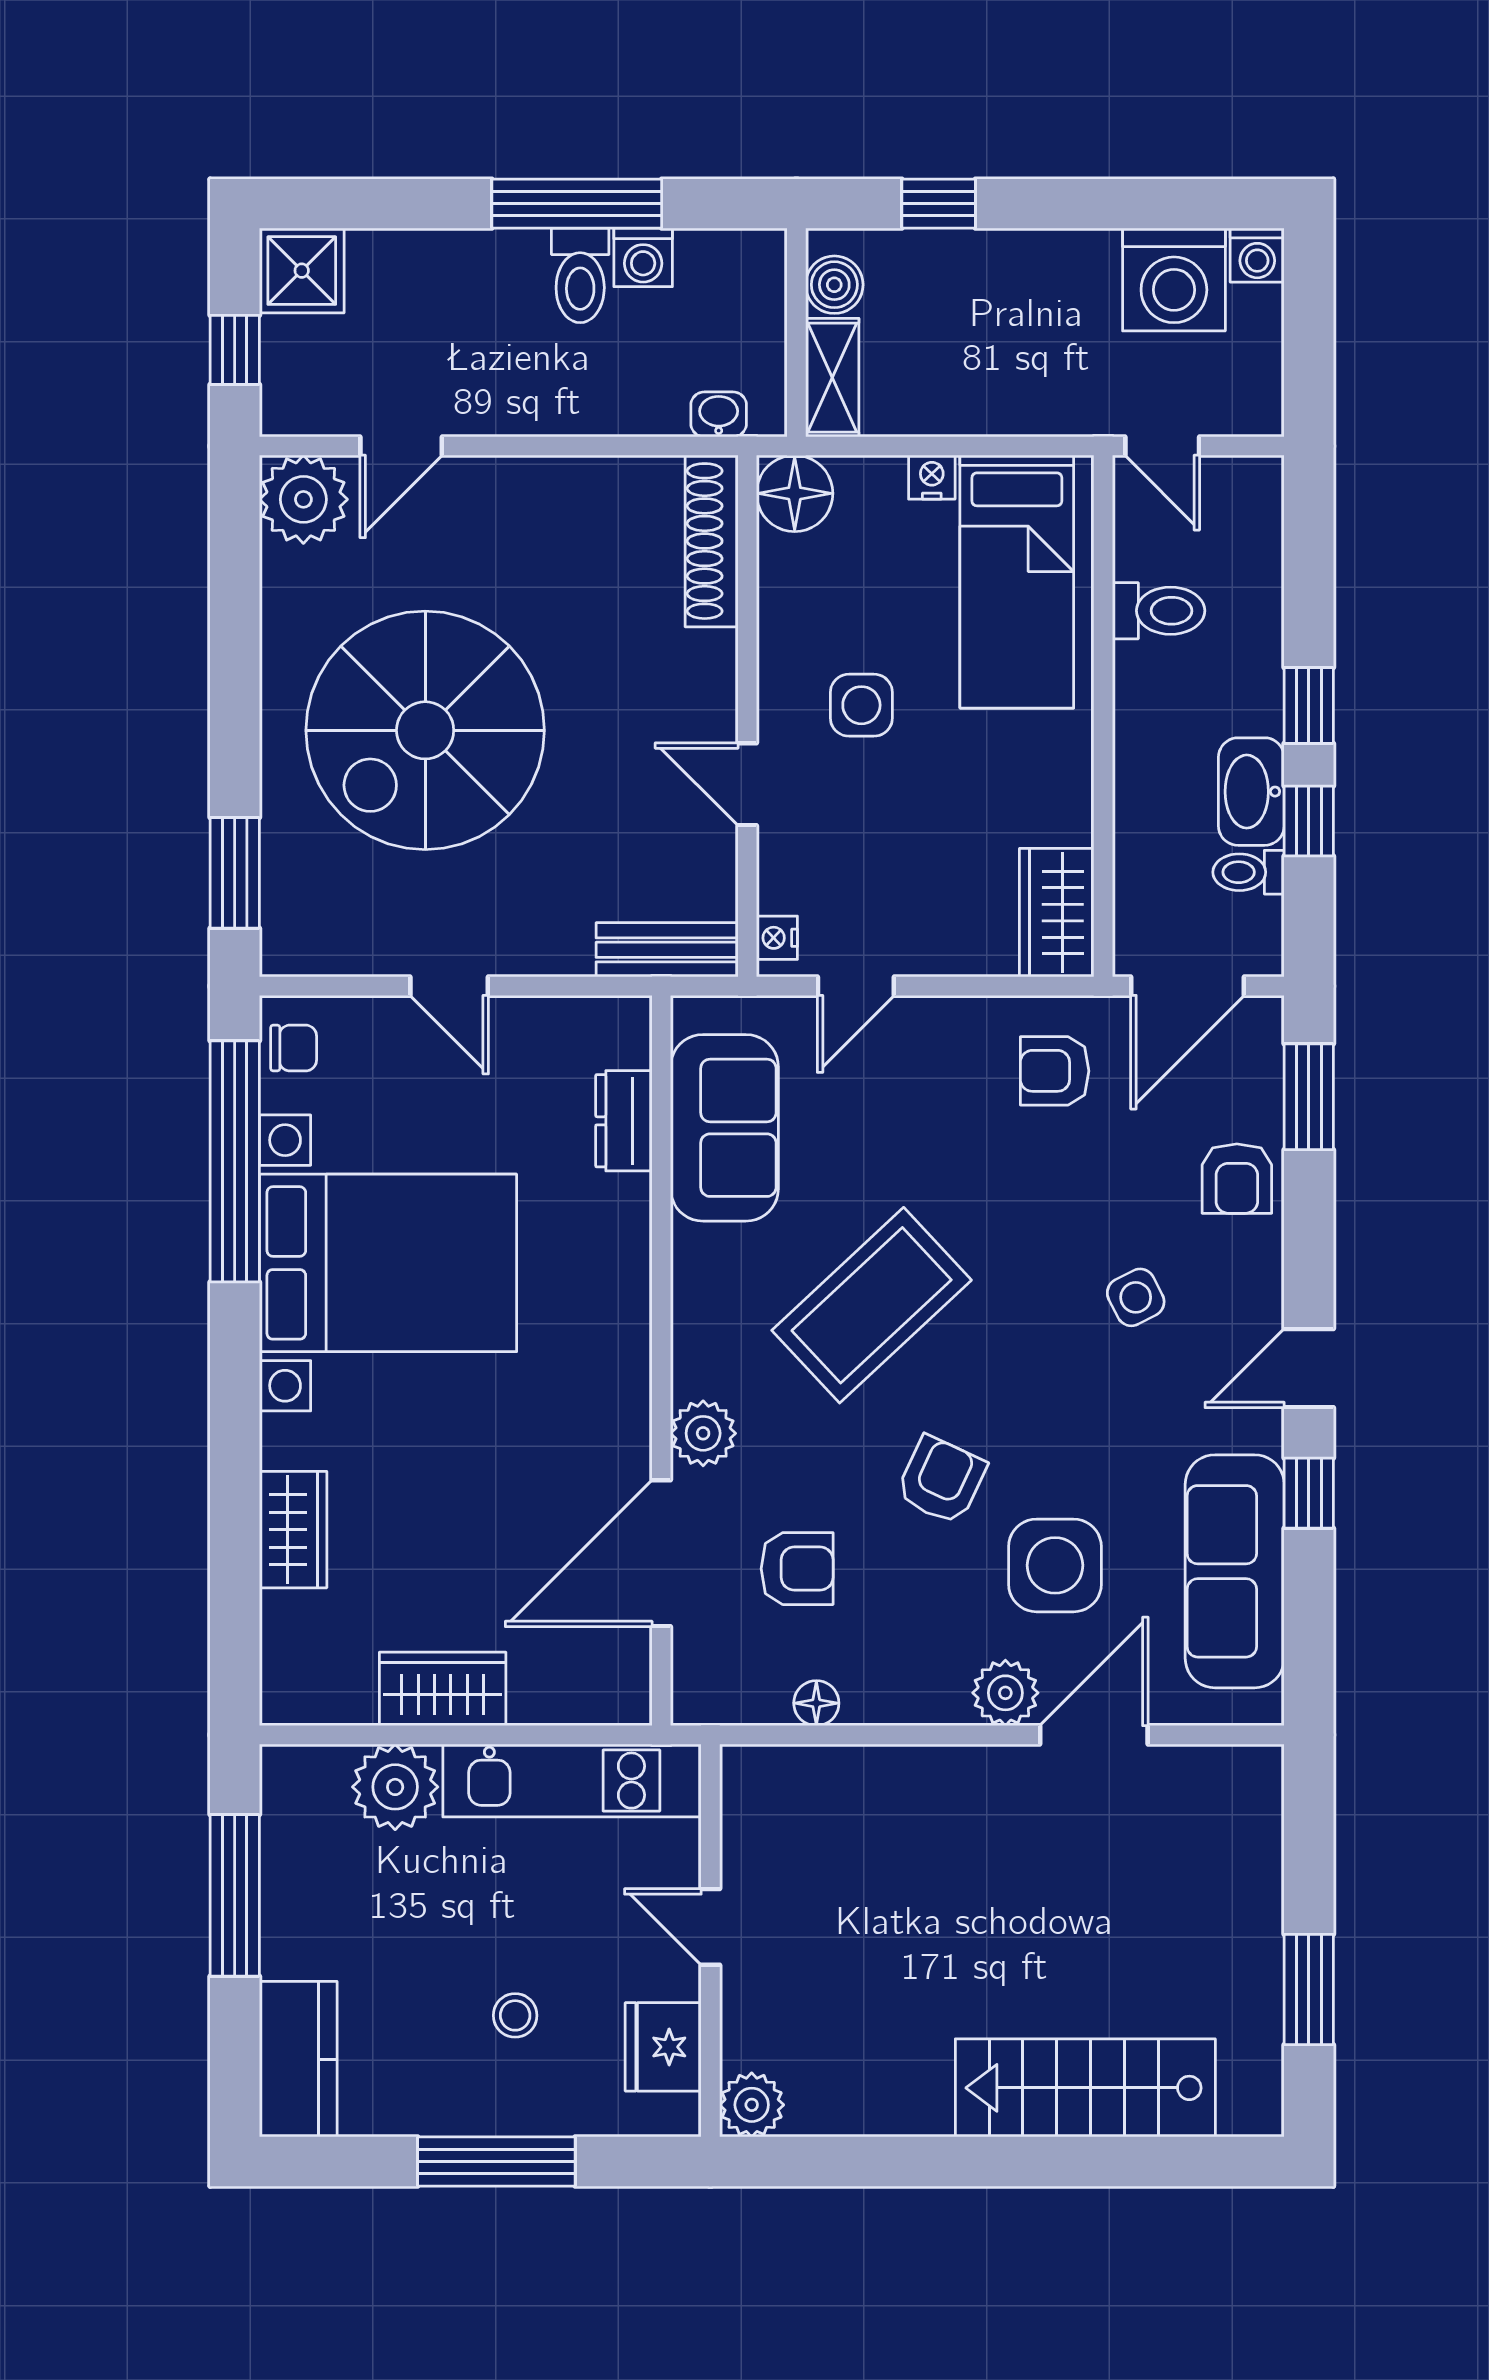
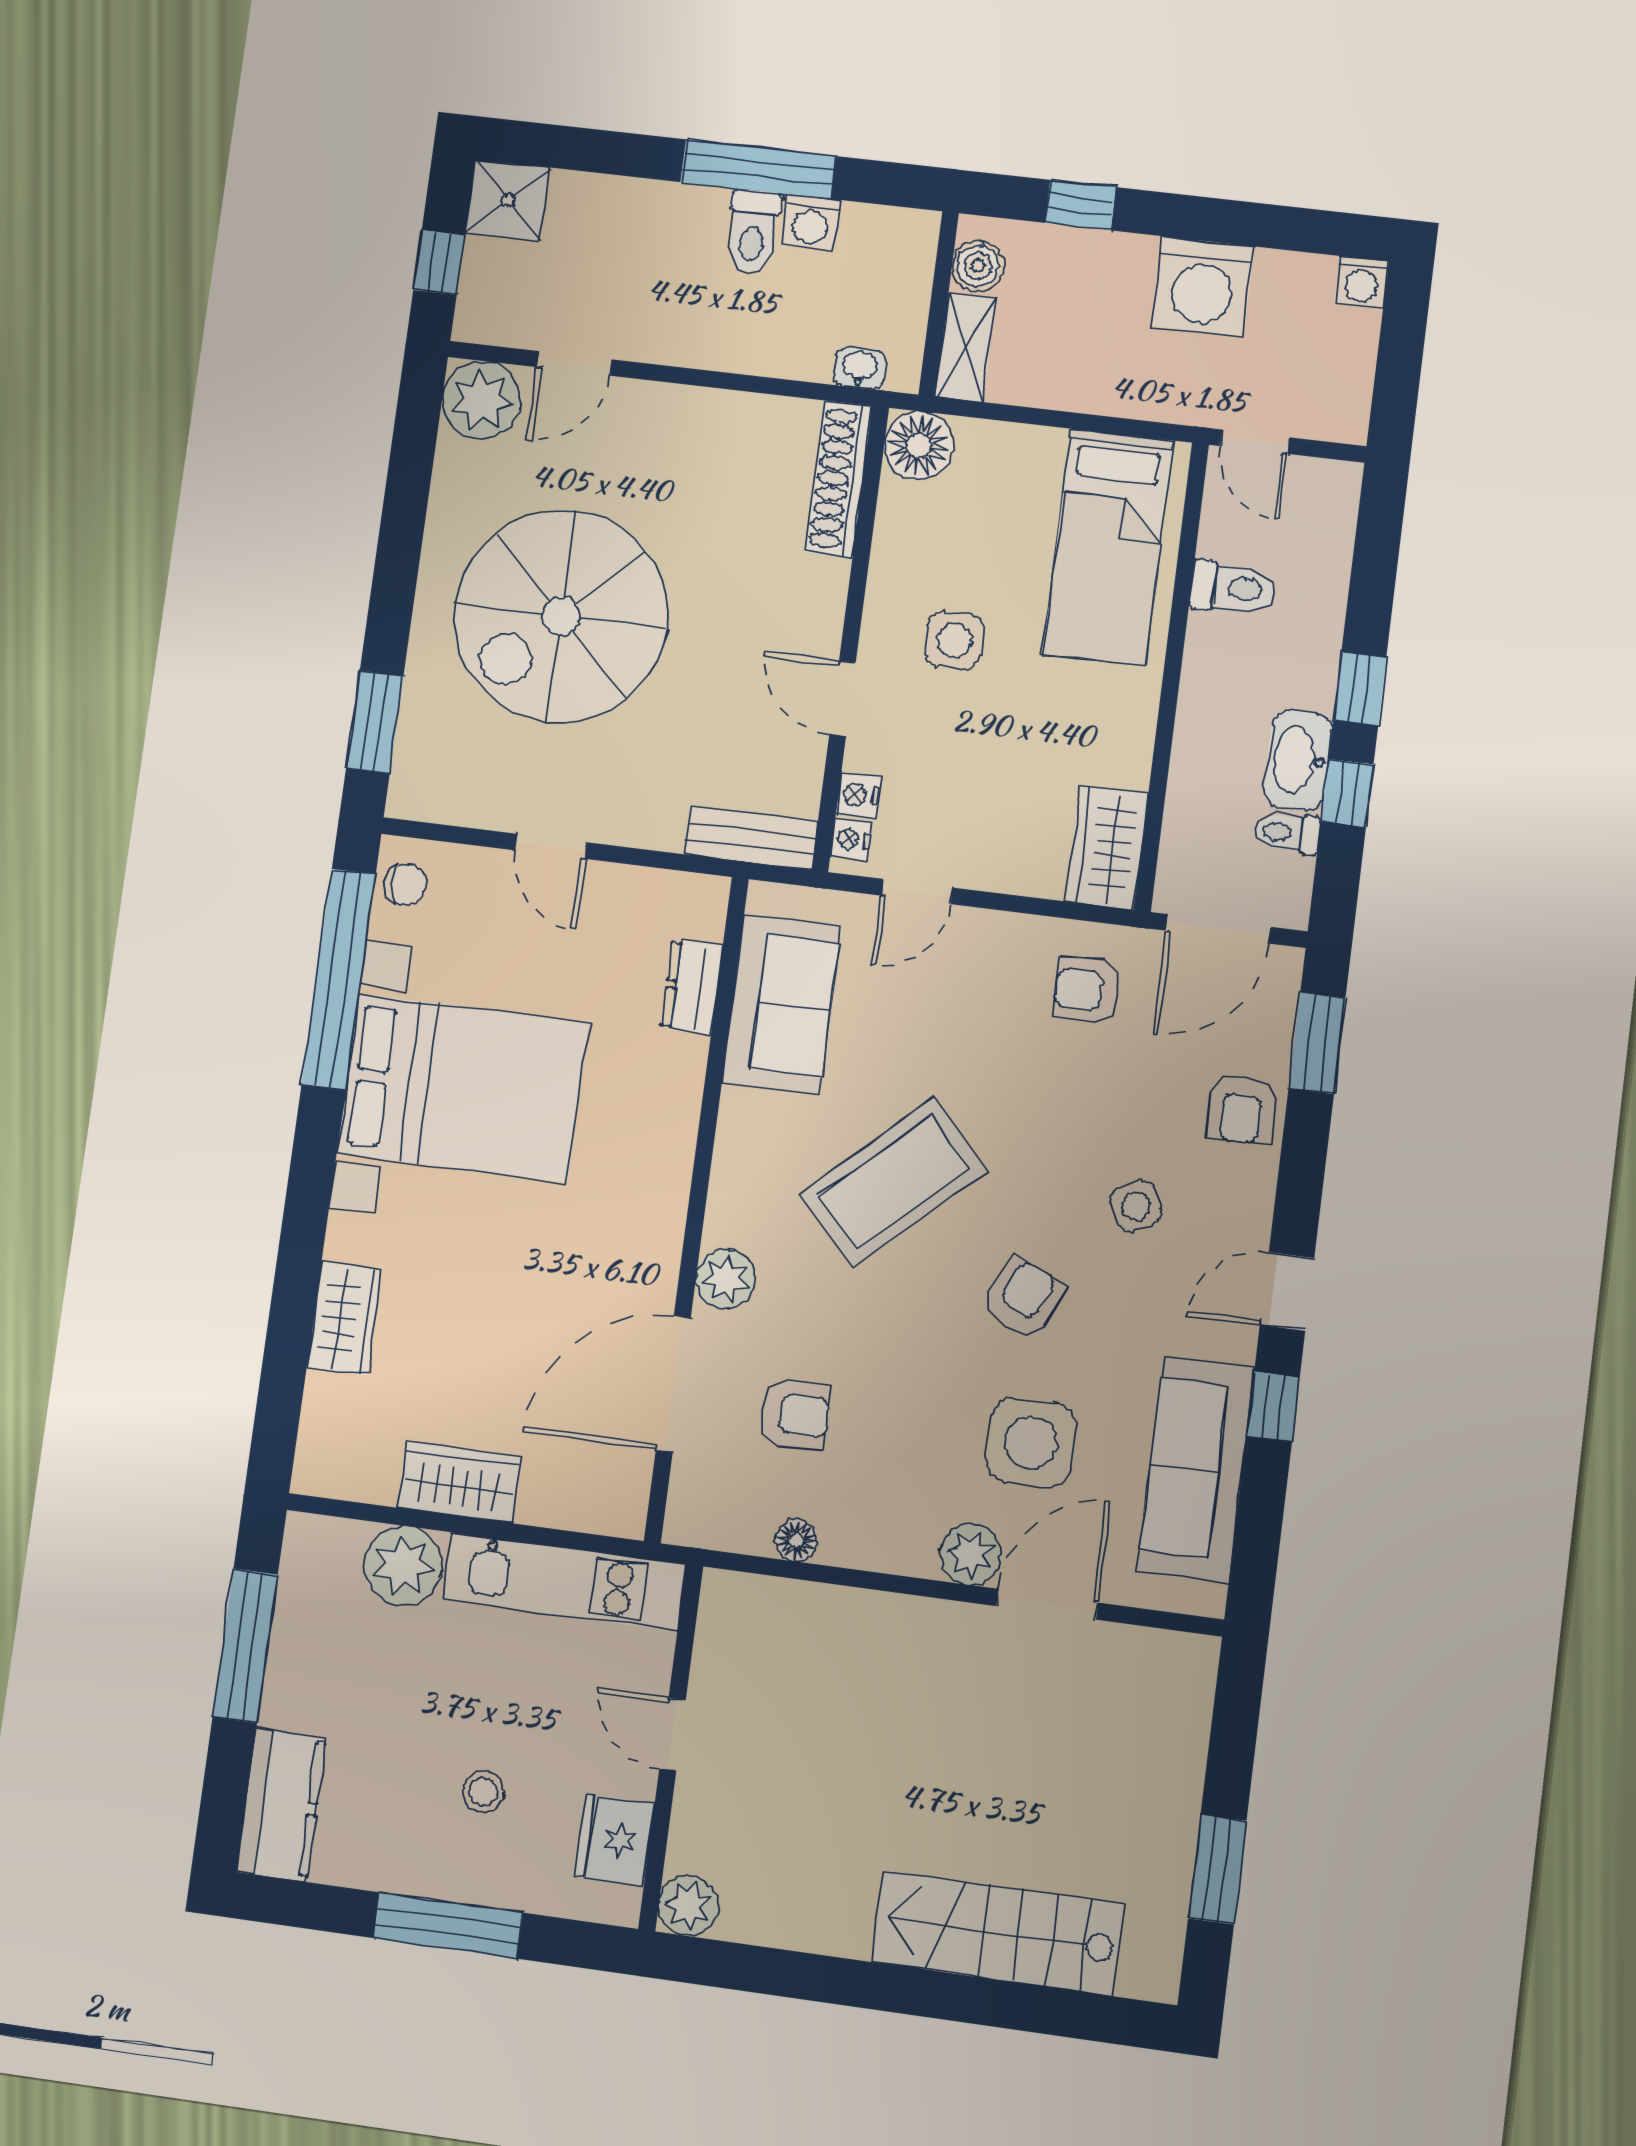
washing machine: (1174, 280) -> (1203, 286), moved
nightstand: (932, 477) -> (858, 795), moved, turned -90
armchair: (941, 1480) -> (1023, 1298), moved

